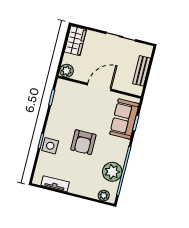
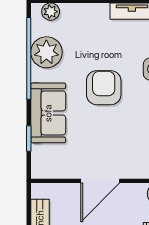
sofa: (124, 119) -> (48, 113), moved

